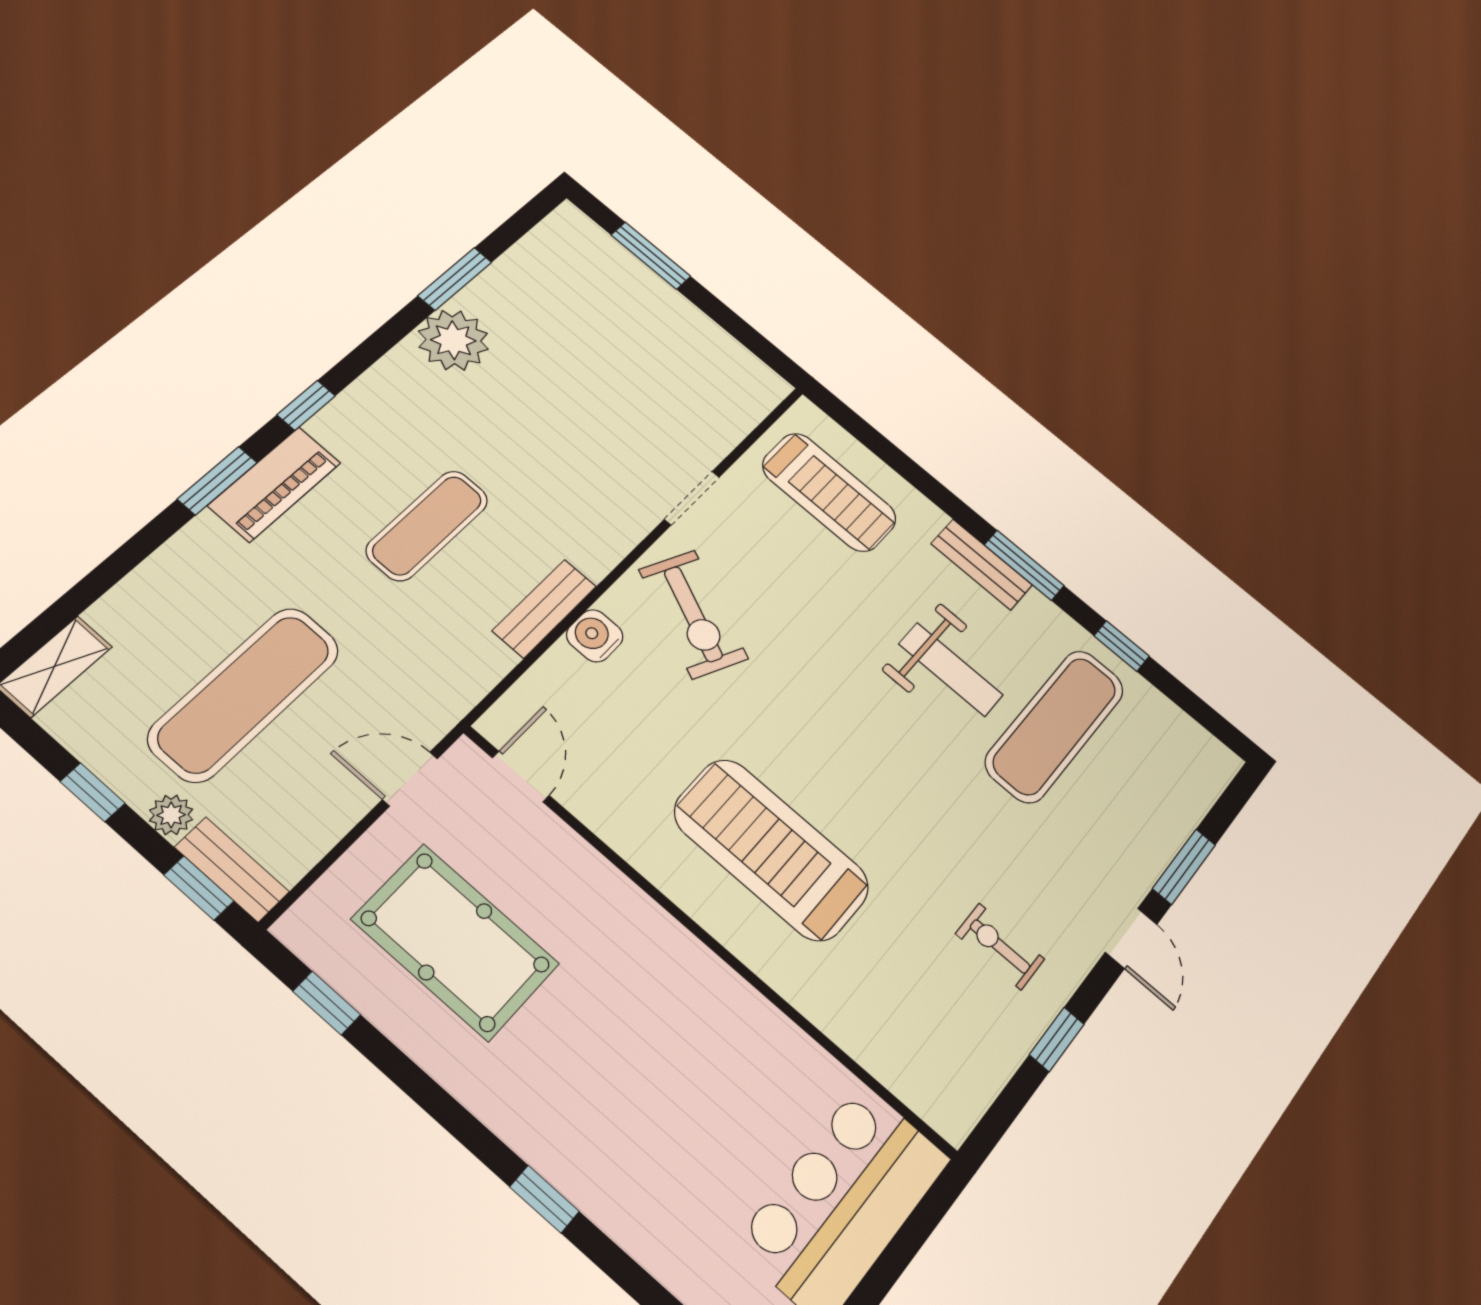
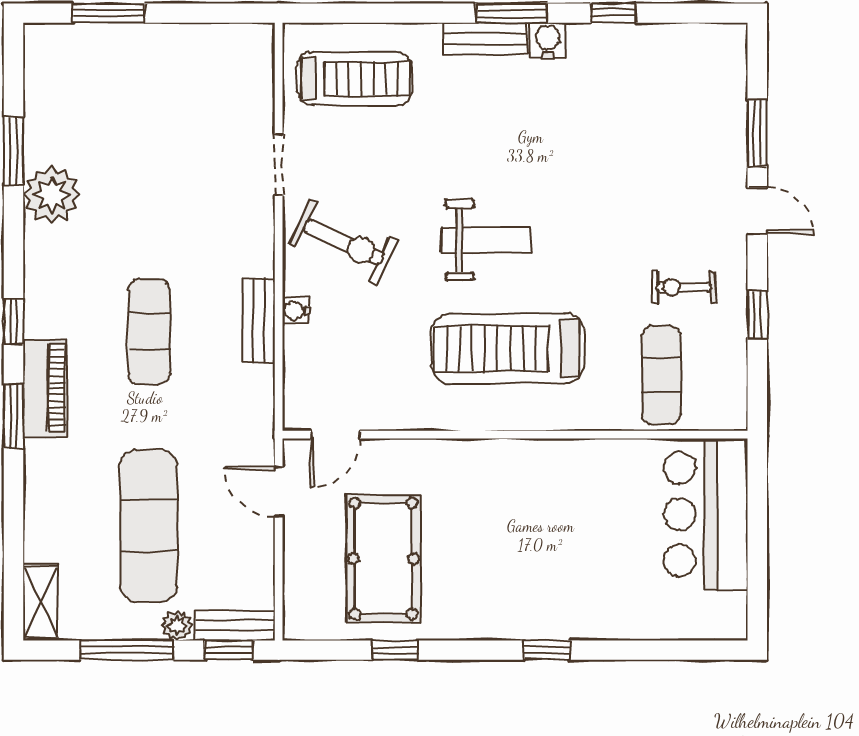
water cooler: (1040, 616) -> (548, 40), added
water cooler: (595, 636) -> (296, 310), width x0.72, depth x0.72
weight bench: (951, 669) -> (486, 240), moved
exercise mat: (1055, 726) -> (661, 375), moved, width x0.73, depth x0.69
door: (521, 777) -> (335, 435), swing flipped
door: (410, 779) -> (279, 492), hinge flipped
window: (93, 792) -> (127, 650), width x2.17
pool table: (455, 942) -> (384, 559), turned 90
window: (327, 1003) -> (395, 650), moved

